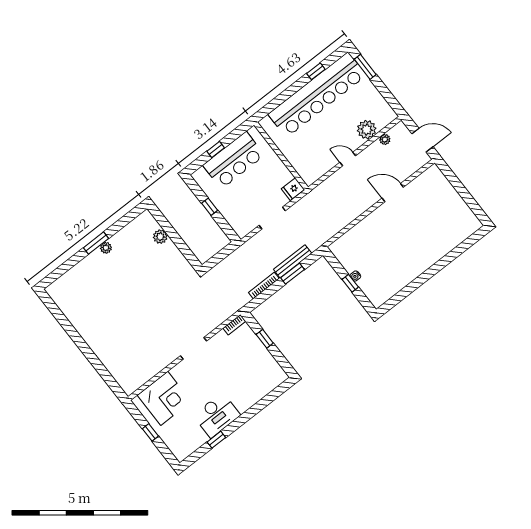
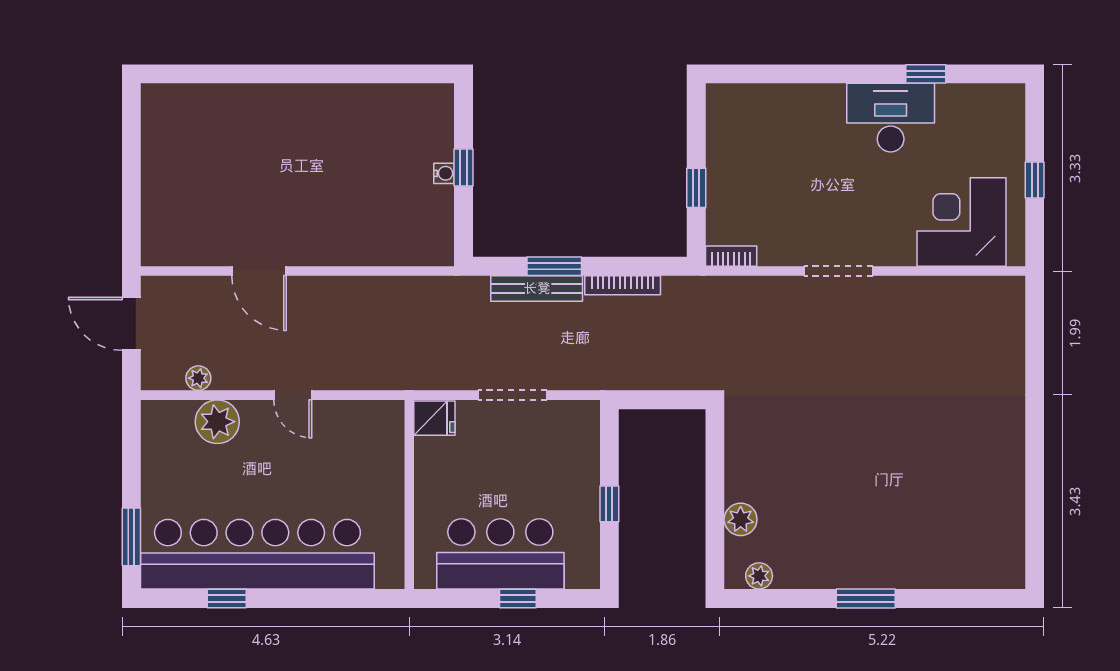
plant: (106, 248) -> (759, 576), moved

